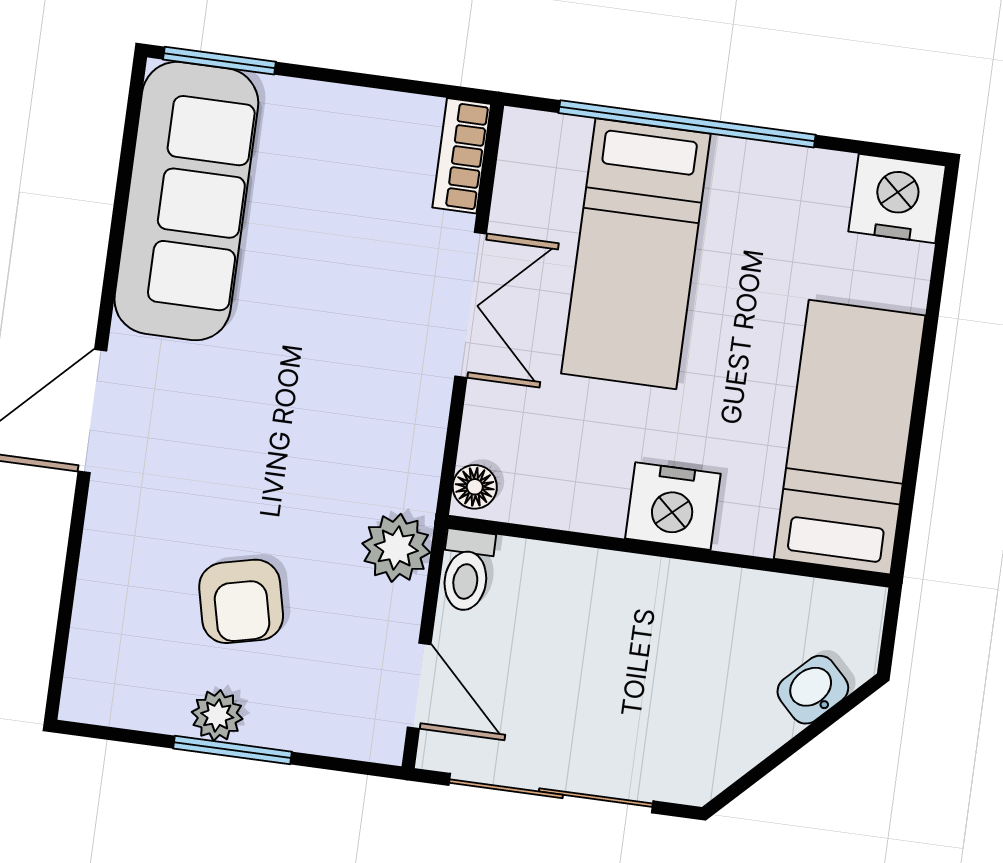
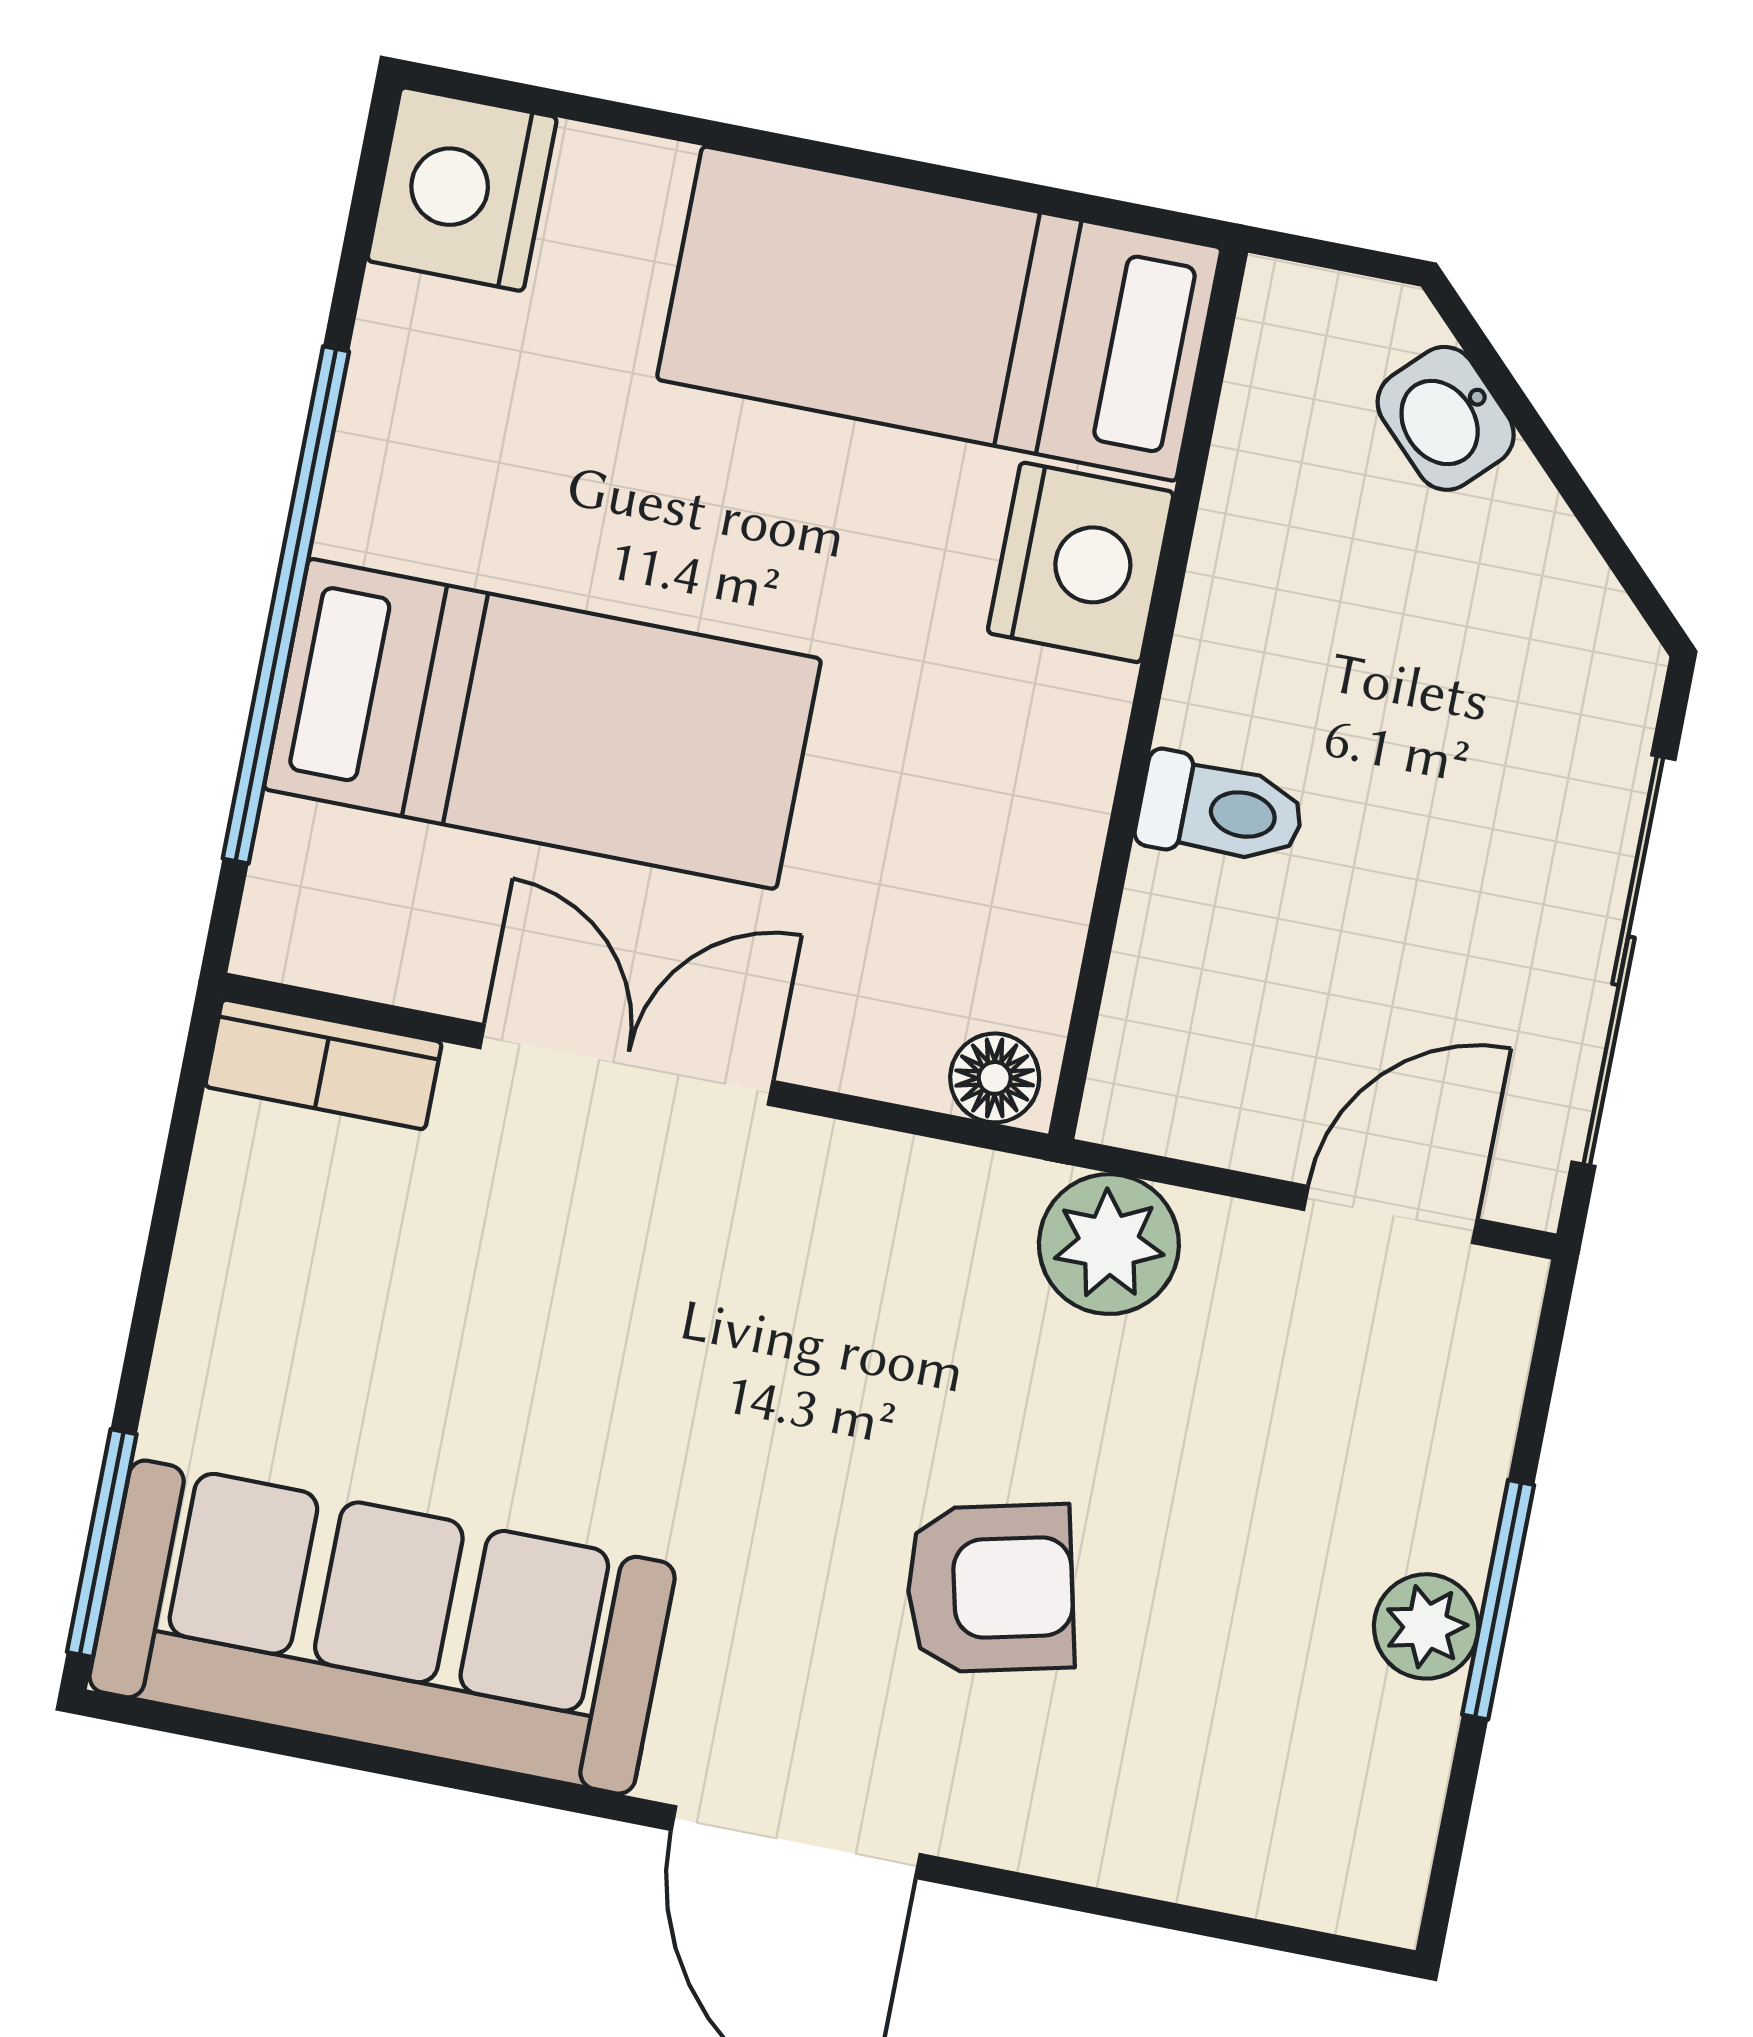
nightstand: (673, 506) -> (1081, 562), moved
toilet: (467, 571) -> (1221, 810), moved
armchair: (241, 601) -> (990, 1588), moved

